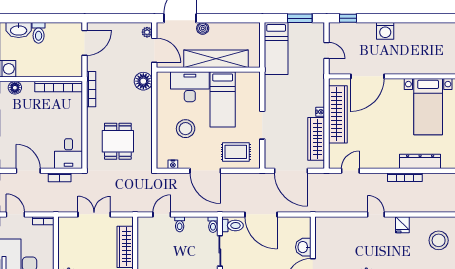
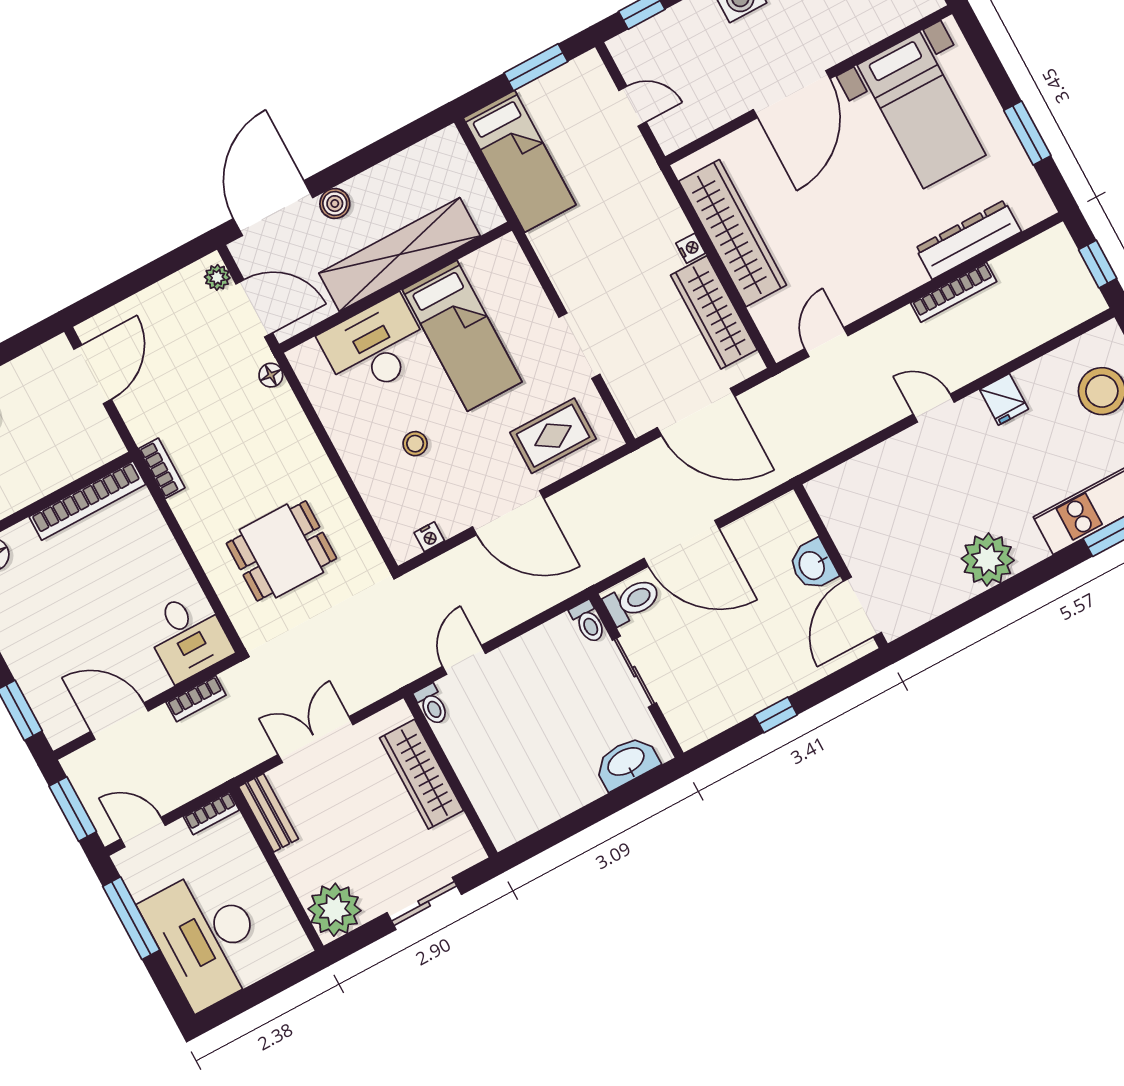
door: (367, 76) -> (792, 94), moved
floor lamp: (143, 81) -> (271, 375), width x0.53, depth x0.53
bookcase: (91, 89) -> (162, 468), width x0.64
stool: (186, 129) -> (415, 444), width x0.53, depth x0.53
dining table: (118, 141) -> (281, 551), turned 90
toilet: (180, 224) -> (432, 705), moved
bench: (64, 231) -> (269, 813), added

